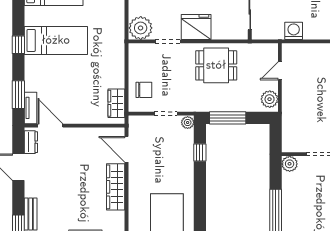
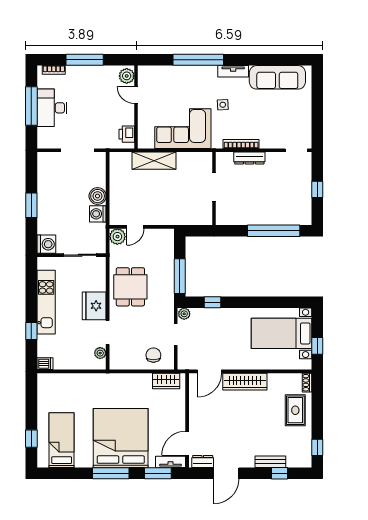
plant: (141, 28) -> (100, 353), width x0.53, depth x0.53
boiler: (313, 31) -> (98, 196), added
bed: (56, 40) -> (121, 438), width x2.04
window: (18, 45) -> (111, 473), width x2.17
door: (280, 71) -> (135, 227), hinge flipped
plant: (270, 99) -> (117, 237), moved
plant: (290, 164) -> (223, 218), removed

